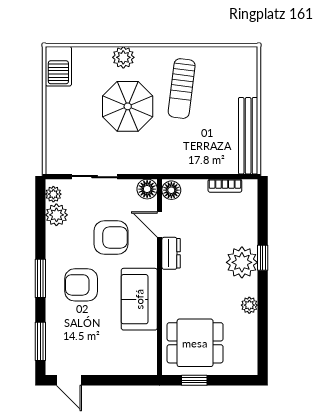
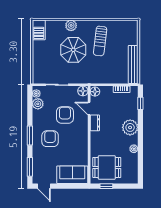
armchair: (111, 237) -> (65, 115), turned -90
window: (263, 258) -> (140, 103), moved
armchair: (81, 285) -> (50, 139), turned 90
sofa: (139, 299) -> (72, 175), moved, turned 90

